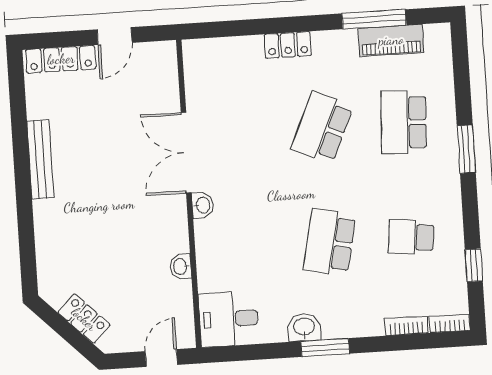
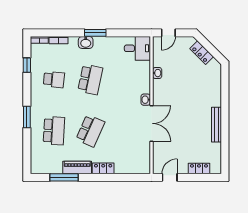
door: (115, 36) -> (170, 177), moved
piano: (391, 40) -> (77, 167), moved
locker: (61, 59) -> (199, 169), width x0.66
washbasin: (304, 327) -> (86, 42), moved

